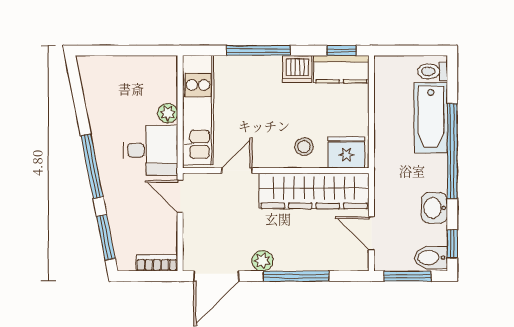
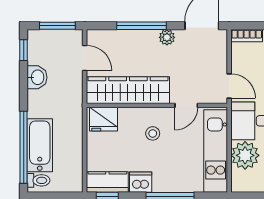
plant: (168, 113) -> (245, 155), width x1.87, depth x1.87
stool: (304, 147) -> (153, 133), moved
window: (452, 151) -> (24, 147), moved
bidet: (431, 258) -> (40, 40), removed

